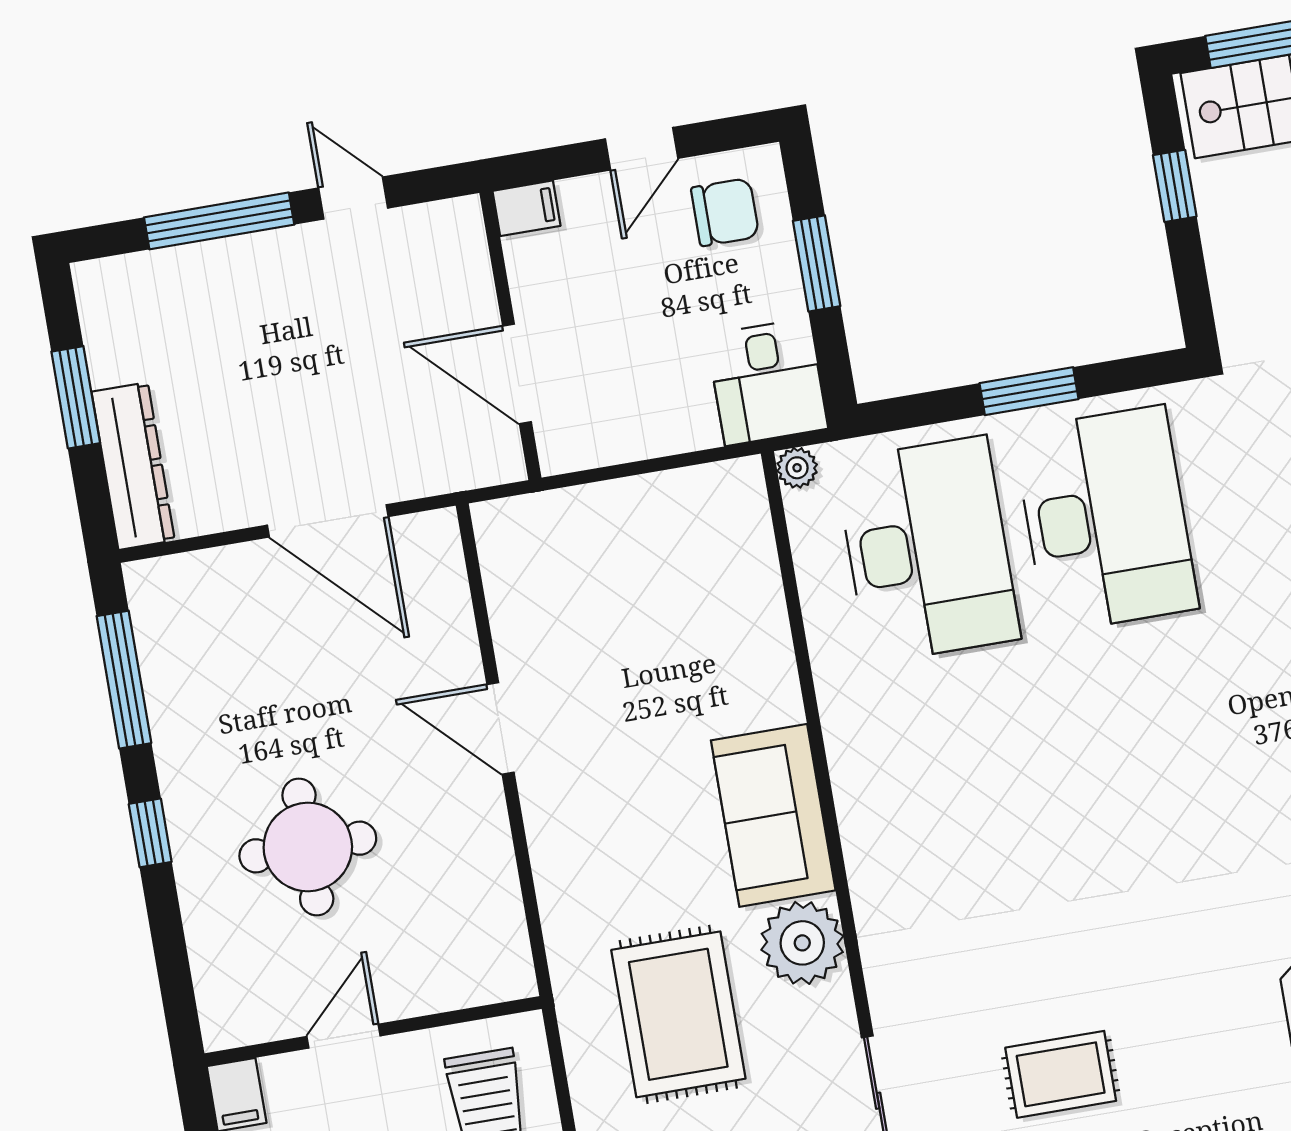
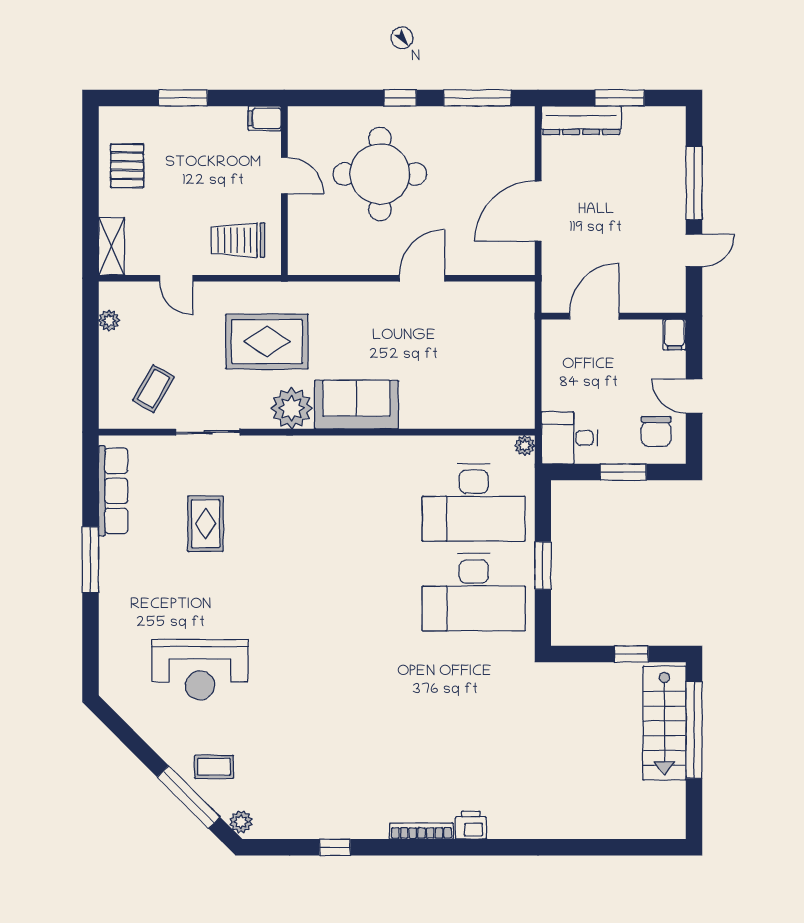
round table: (308, 847) -> (380, 174), width x1.36, depth x1.36

